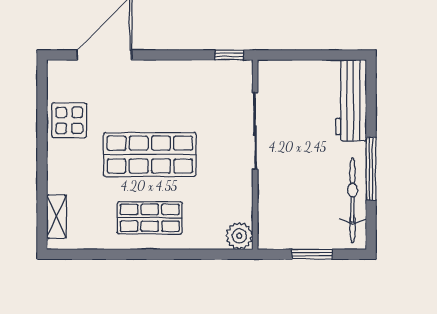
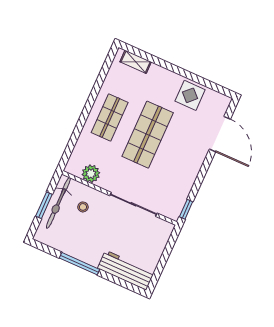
stool: (290, 199) -> (83, 207), added
bicycle: (353, 200) -> (58, 203), moved, turned 90
plant: (239, 236) -> (91, 174), moved

